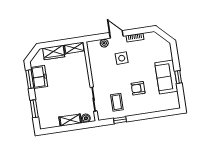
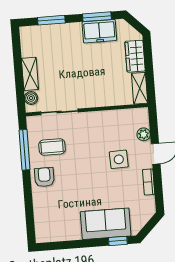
sofa: (166, 77) -> (106, 224), moved
window: (178, 77) -> (118, 241), moved
armchair: (138, 88) -> (44, 177), moved
window: (120, 120) -> (24, 150), width x2.17

